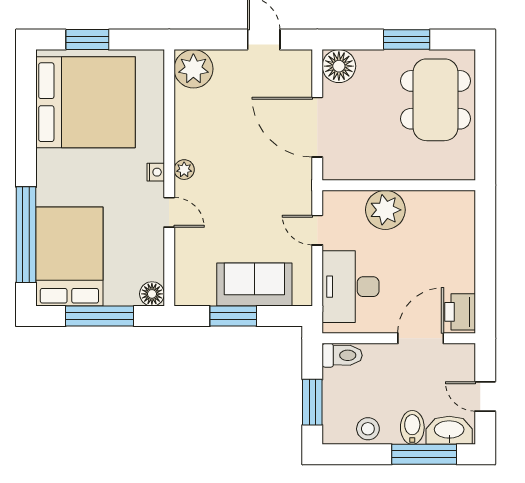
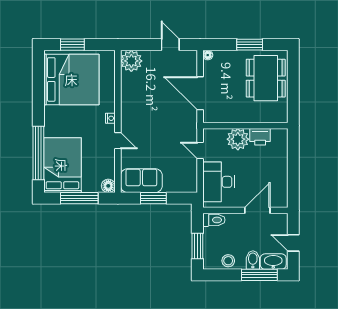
floor lamp: (339, 66) -> (208, 55), width x0.53, depth x0.53
plant: (184, 170) -> (126, 117), removed
sofa: (254, 285) -> (141, 181), moved
printer: (460, 312) -> (260, 137), moved, turned -90

